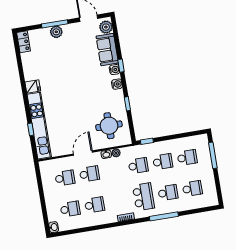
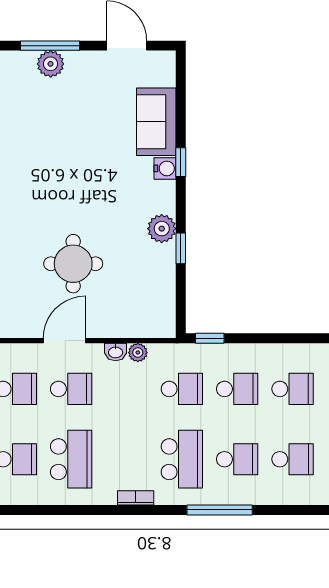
plant: (106, 27) -> (162, 229), moved
water cooler: (117, 84) -> (165, 201), removed
round table: (109, 126) -> (73, 264), moved
school desk: (95, 205) -> (71, 459), width x1.85

